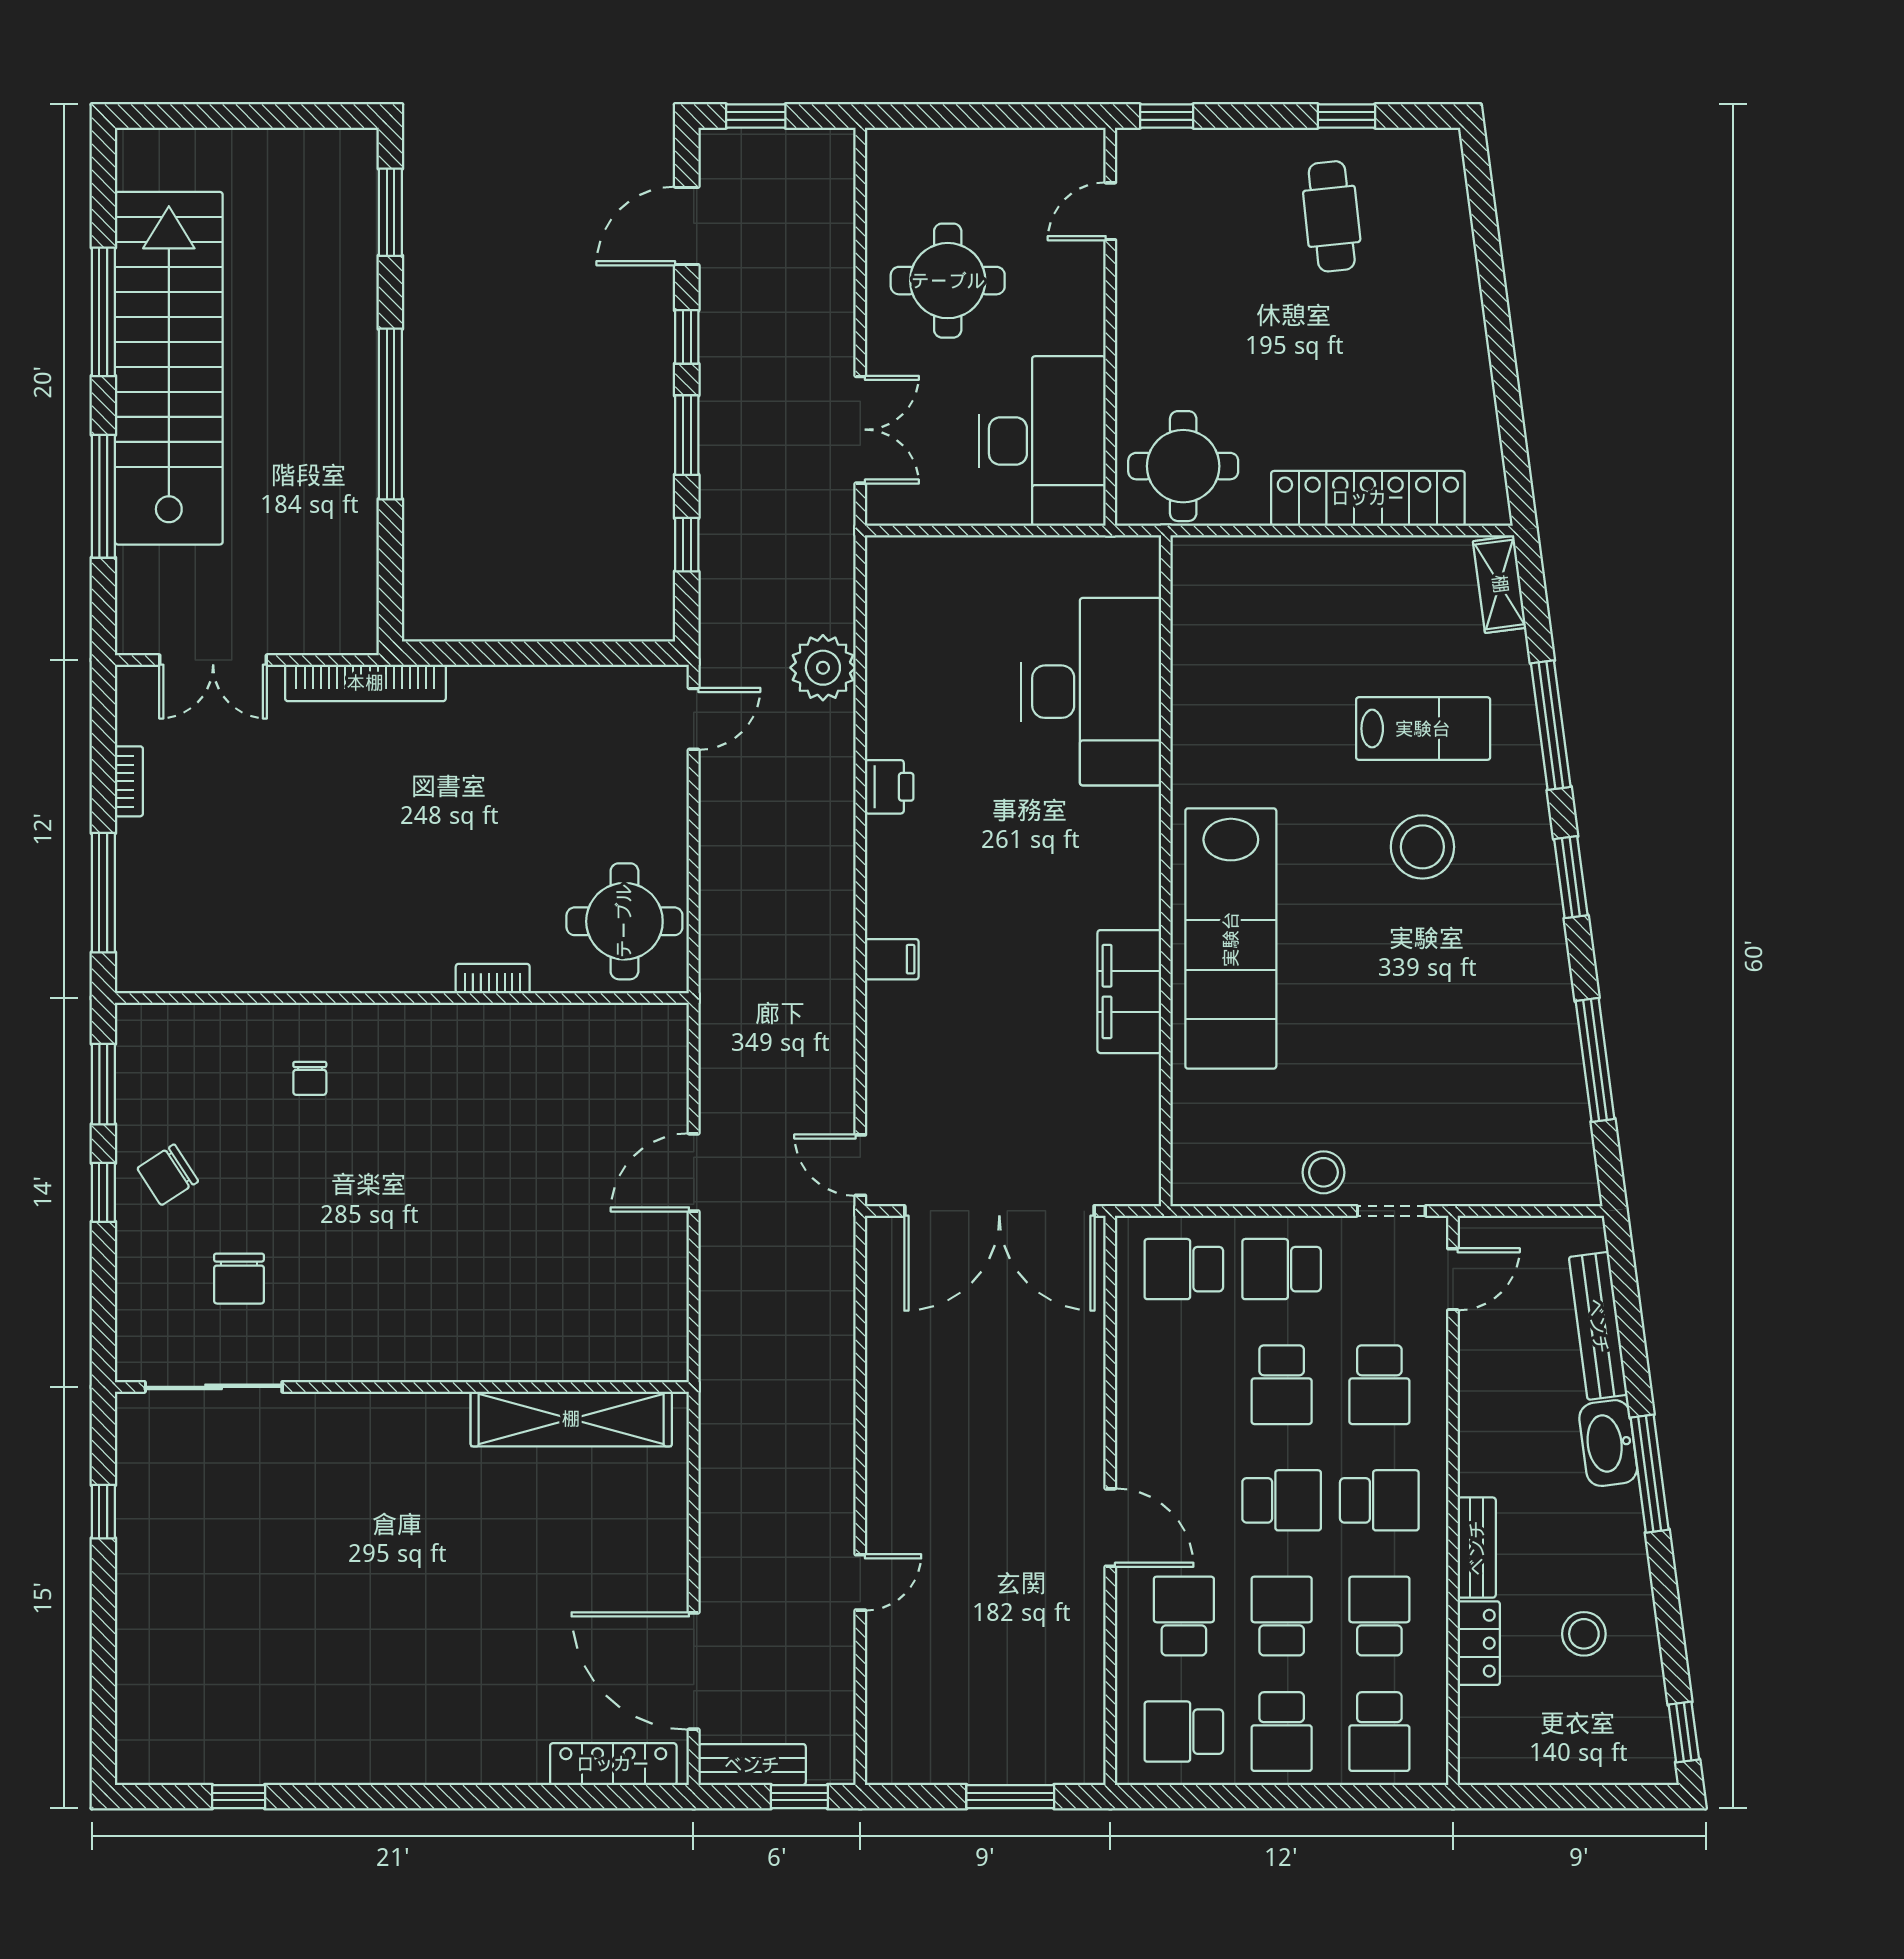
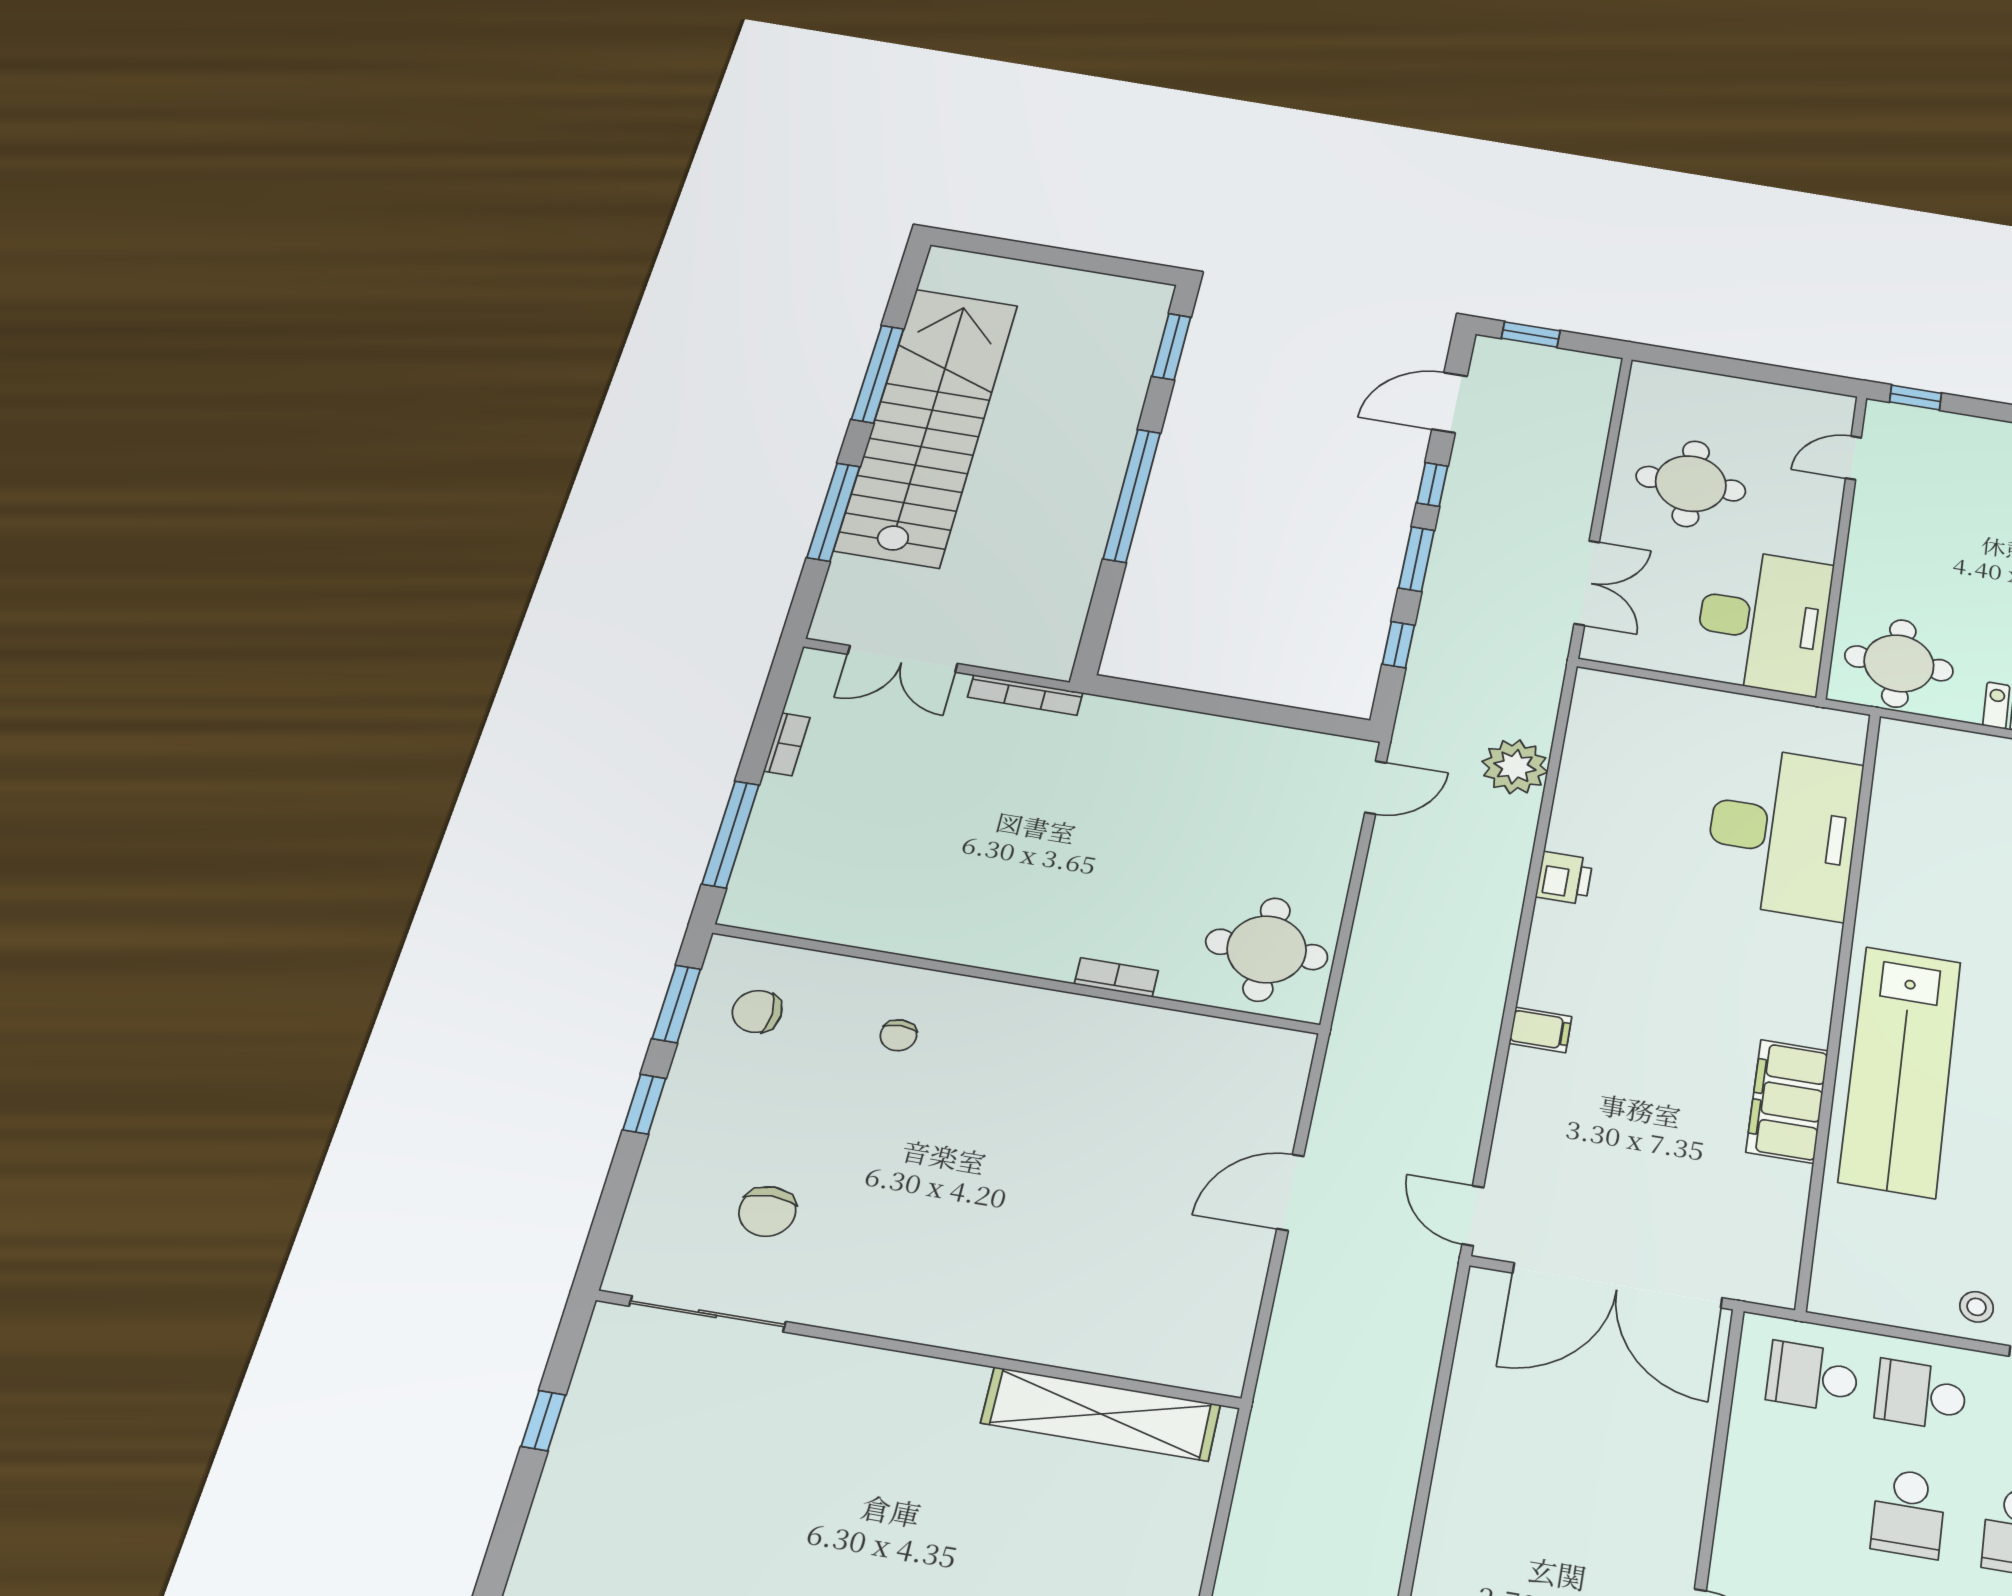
bookcase: (365, 683) -> (1025, 695), width x0.68, depth x0.76
stool: (1323, 1172) -> (1977, 1307), width x0.73, depth x0.73
chair: (168, 1175) -> (757, 1011), moved, turned 33

